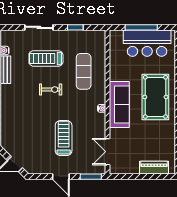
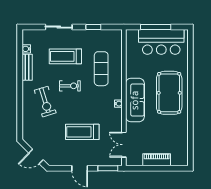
exercise bike: (24, 106) -> (45, 102), added
treadmill: (64, 138) -> (82, 132), turned -90
piano: (154, 168) -> (157, 160), moved

